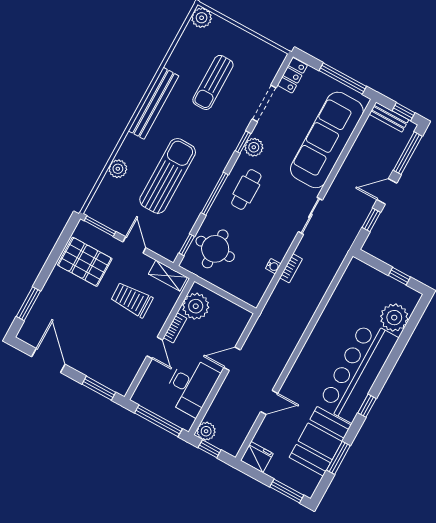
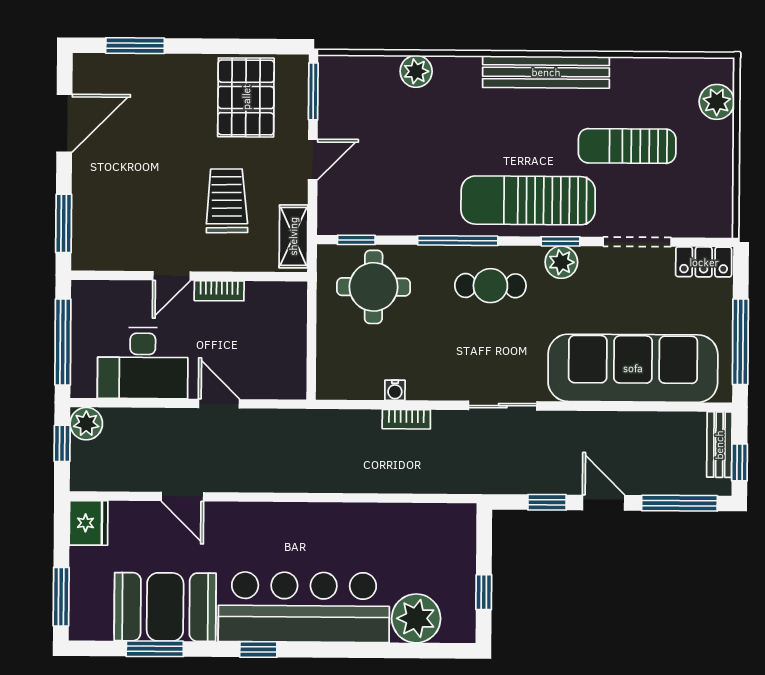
plant: (202, 18) -> (717, 102), moved
sun lounger: (168, 176) -> (528, 200), moved, turned 180
plant: (196, 306) -> (270, 304), removed

